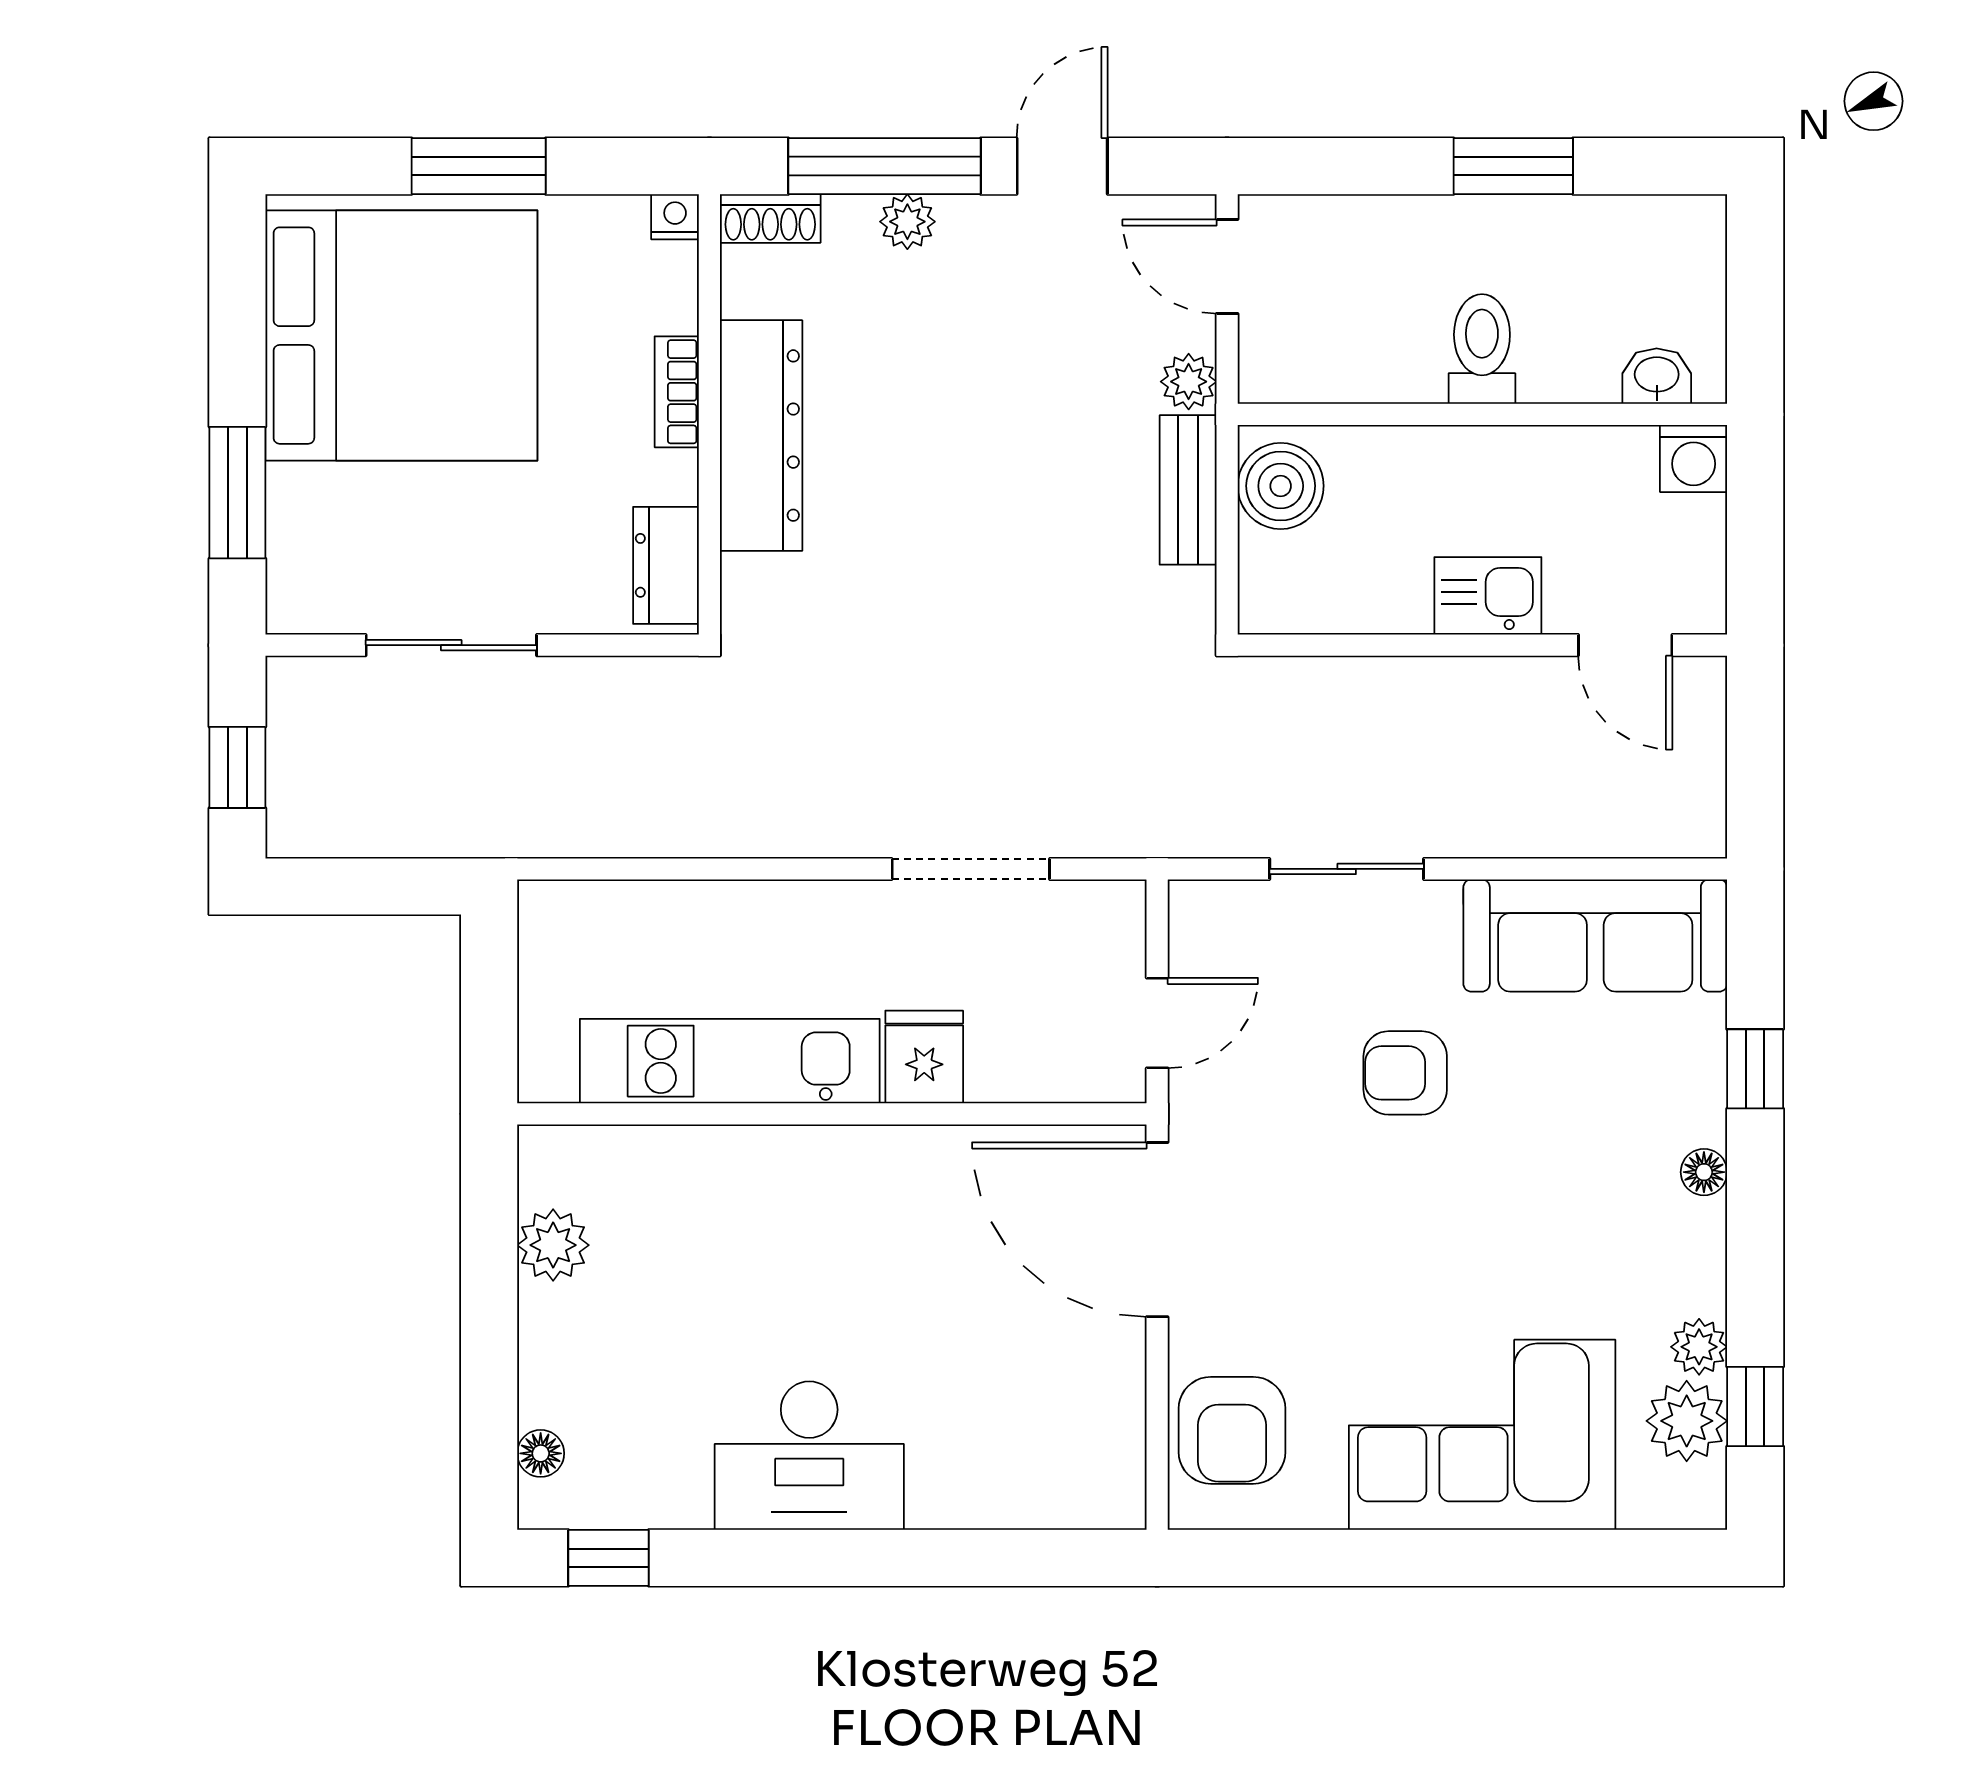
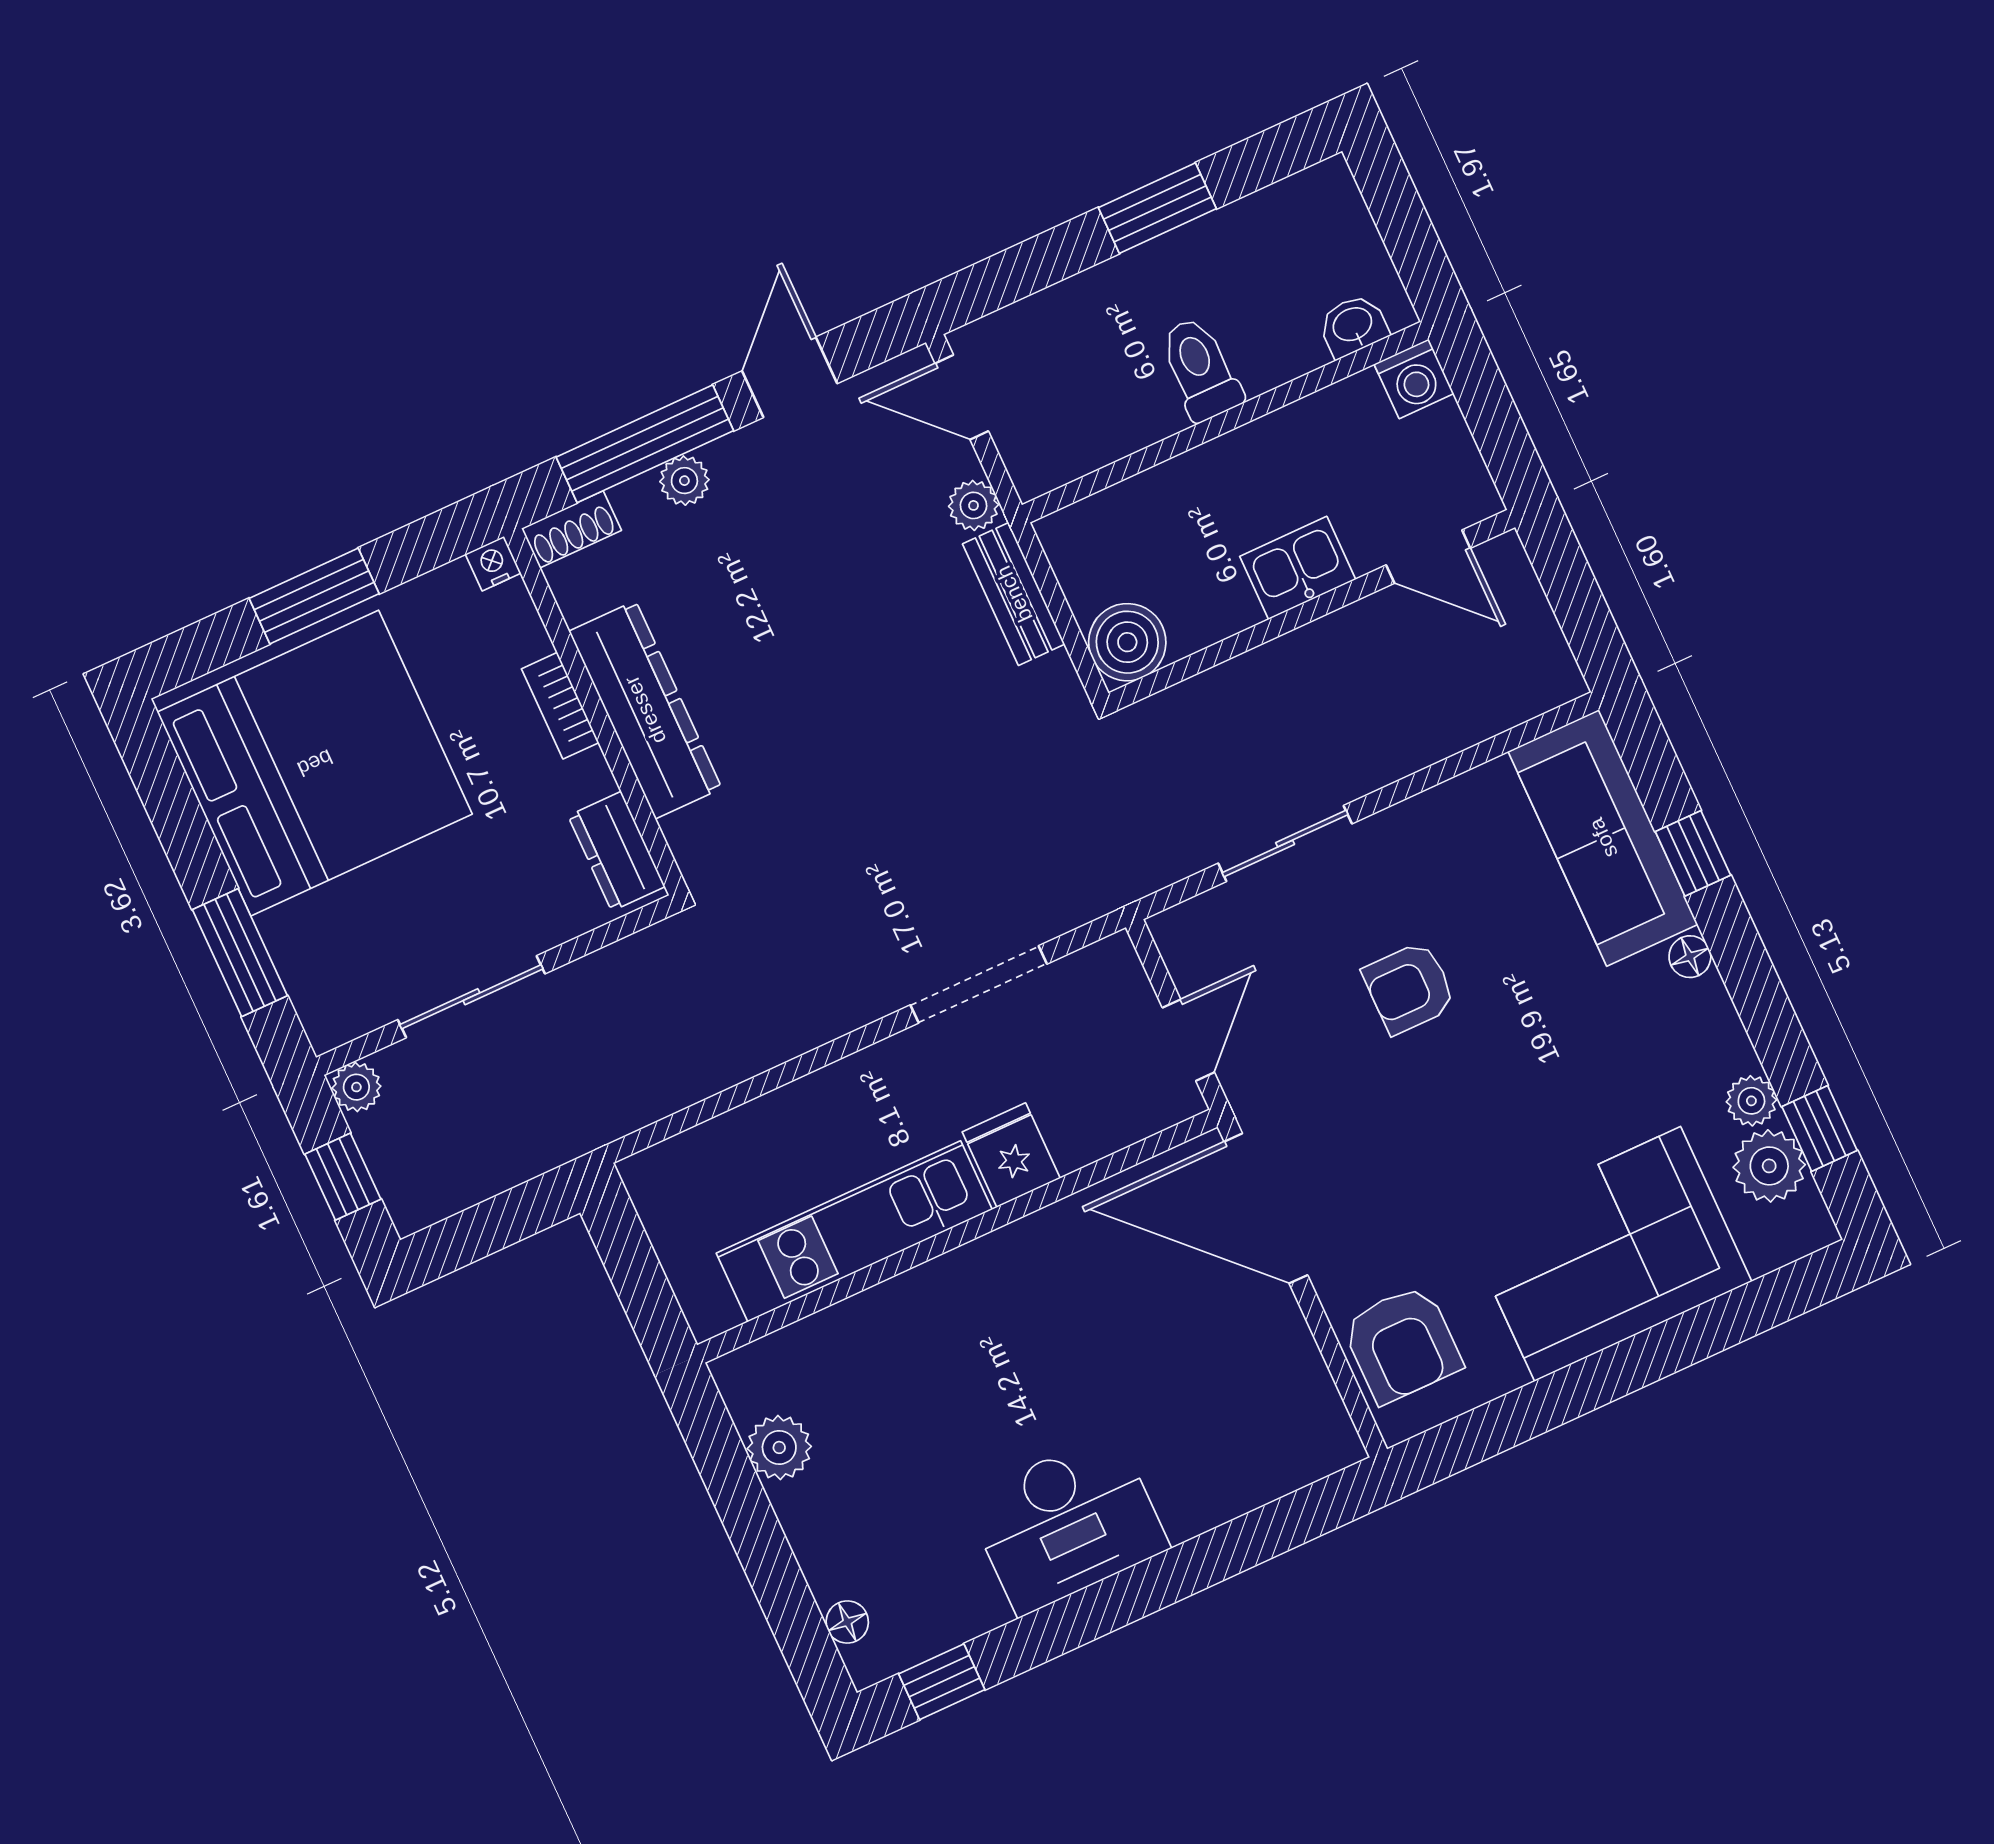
boiler: (1281, 486) -> (1127, 642), moved
plant: (293, 683) -> (356, 1087), added
sofa: (1595, 936) -> (1603, 838), moved, turned 90

